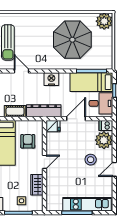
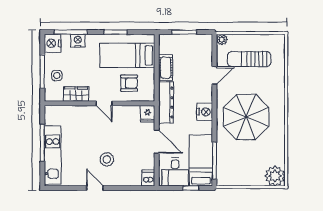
parasol: (72, 40) -> (246, 117), moved
plant: (104, 140) -> (130, 176), removed

